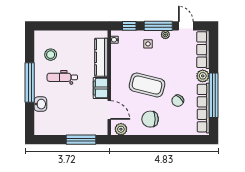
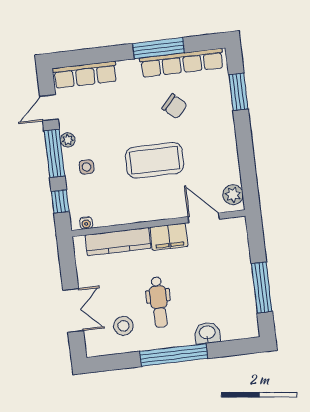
double door: (63, 26) -> (73, 310), added
plant: (203, 76) -> (129, 70), removed
coffee table: (147, 85) -> (155, 160), turned 76
window: (214, 95) -> (159, 48), width x0.68
door: (109, 110) -> (204, 218), hinge flipped
chair: (150, 119) -> (210, 148), removed
window: (81, 140) -> (262, 287), moved
window: (182, 140) -> (238, 92), added

